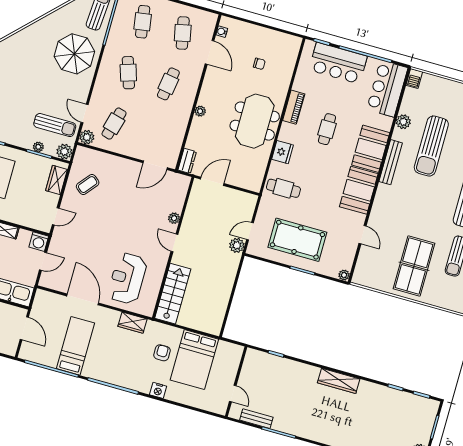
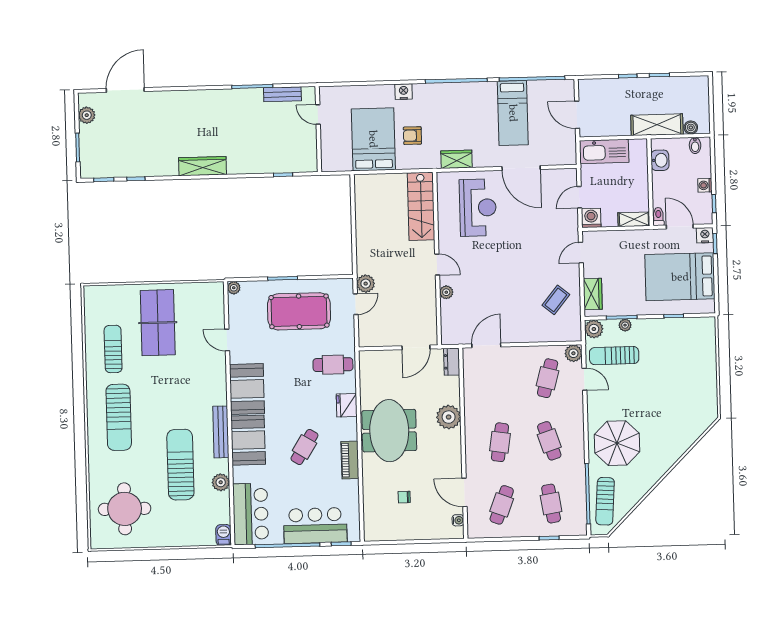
cafe table: (183, 33) -> (502, 505), turned 33
plant: (200, 111) -> (449, 417), width x1.87, depth x1.87
cafe table: (327, 129) -> (304, 447), turned 32
armchair: (162, 353) -> (412, 136), turned 90

